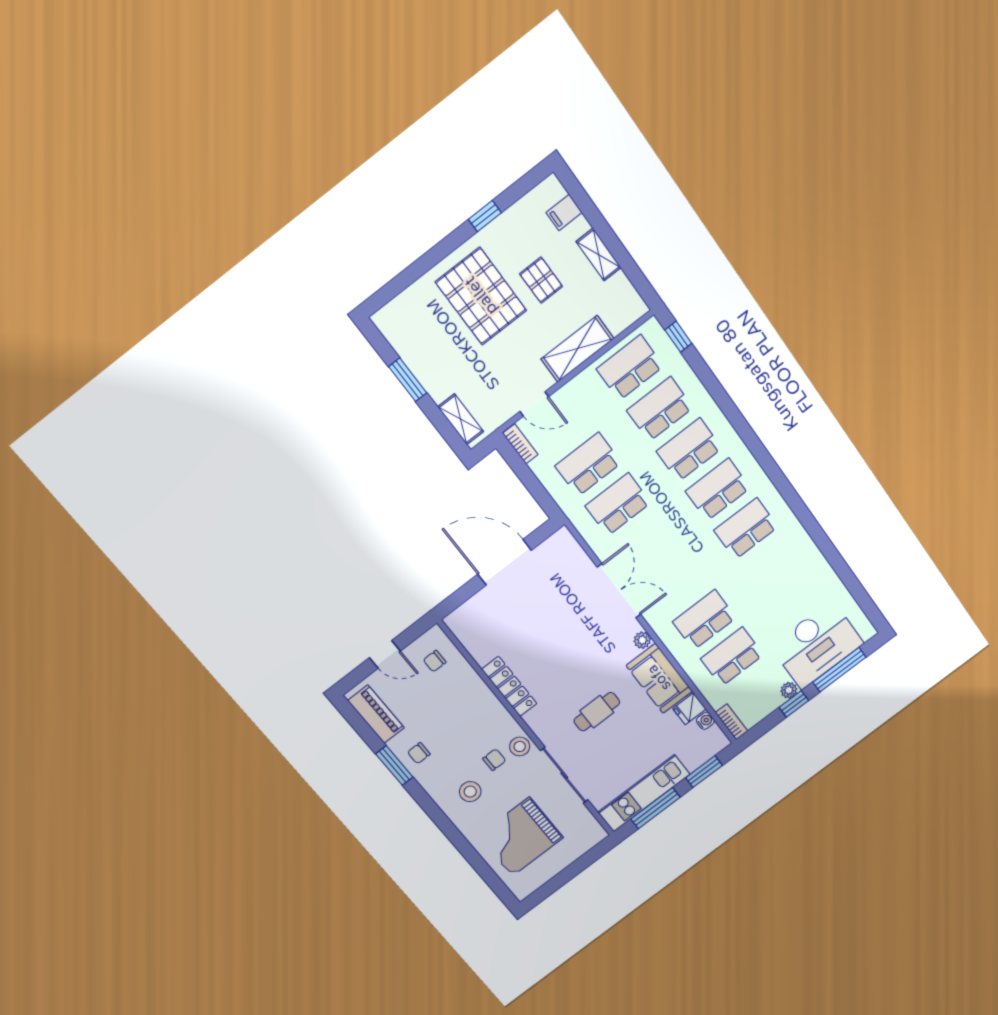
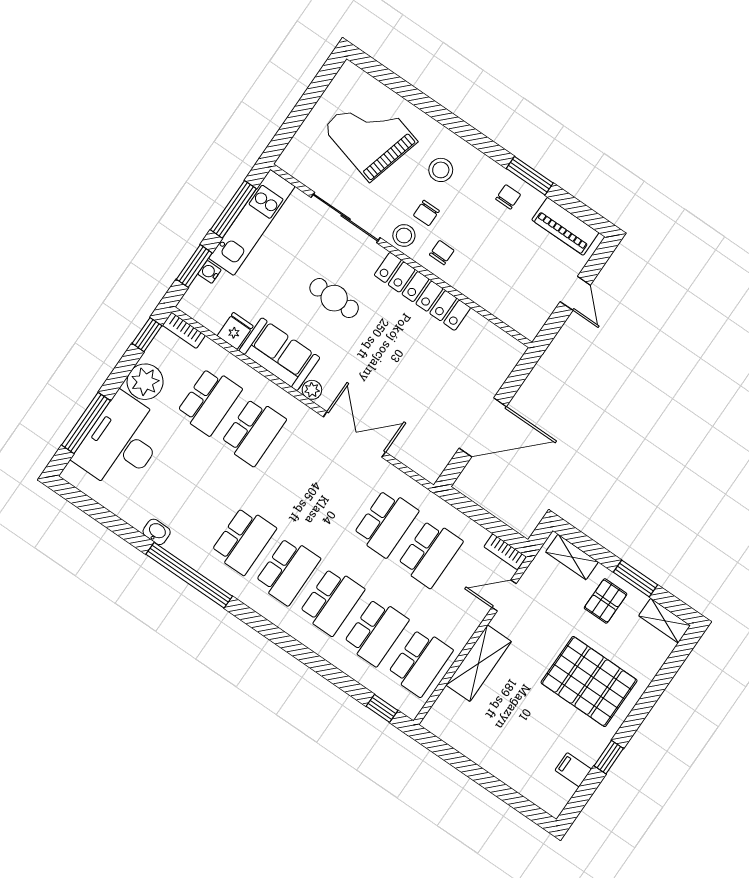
filing cabinet: (564, 213) -> (573, 770), moved, turned -90
shelving: (599, 255) -> (665, 621), moved
pallet: (541, 280) -> (606, 601), moved, turned 90
window: (803, 513) -> (189, 575), added
washbasin: (816, 560) -> (157, 532), added
double door: (619, 591) -> (354, 434), swing flipped
door: (385, 654) -> (575, 293), swing flipped
chair: (435, 661) -> (442, 253), moved
locker: (509, 686) -> (422, 291), width x1.41, depth x1.21
plant: (789, 690) -> (145, 382), width x1.88, depth x1.88
window: (794, 704) -> (147, 335), moved
cafe table: (597, 712) -> (334, 298), turned 90
water cooler: (705, 721) -> (209, 272), moved, turned 90
grand piano: (521, 837) -> (370, 134), turned -75

